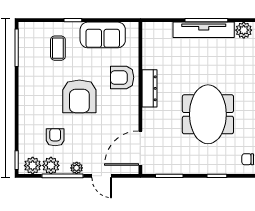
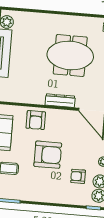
dresser: (150, 88) -> (60, 101), moved

